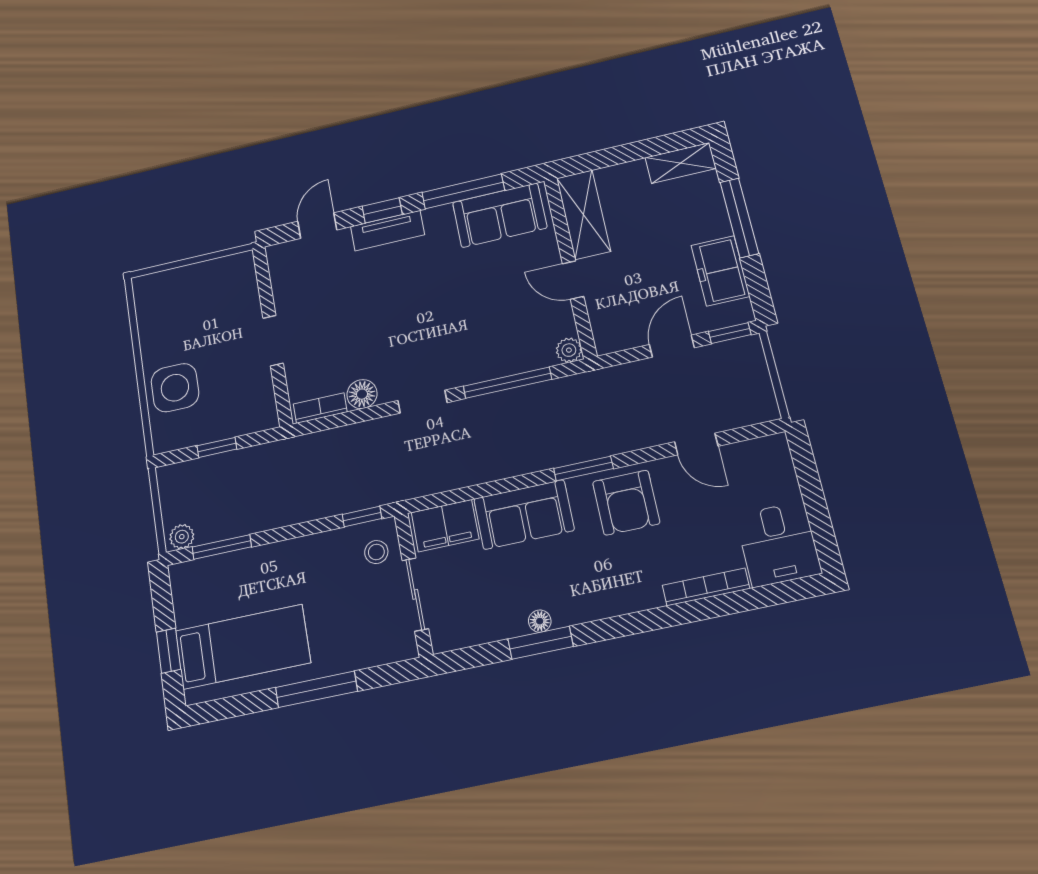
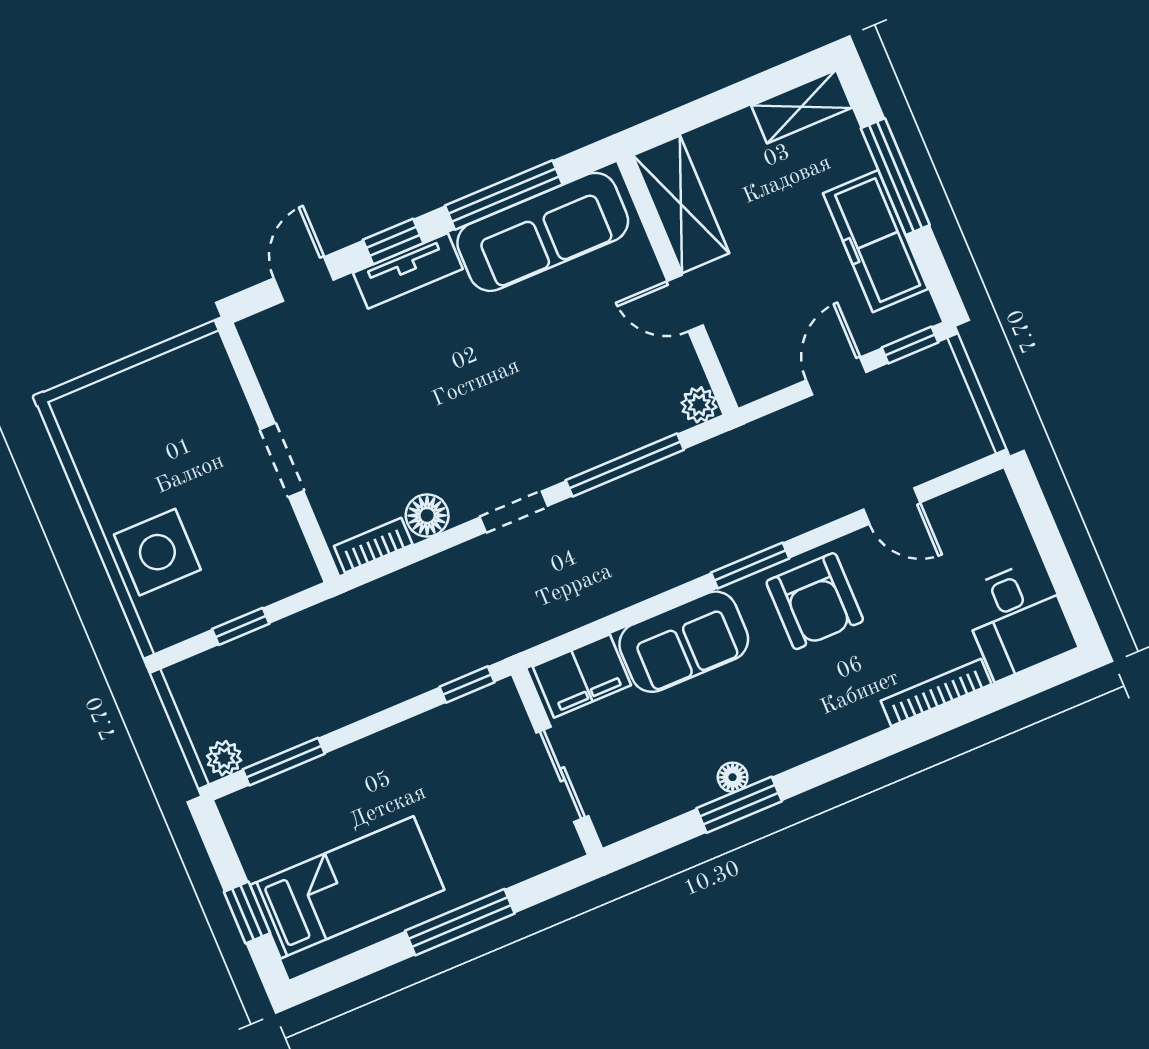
sofa: (500, 215) -> (543, 232), width x1.36
freezer: (720, 271) -> (876, 241), width x1.40
stool: (376, 552) -> (498, 728), removed

